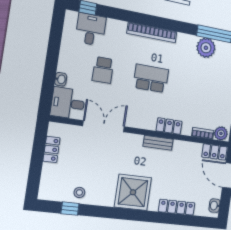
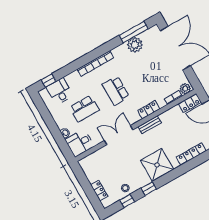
school desk: (103, 70) -> (84, 109), width x1.85
school desk: (151, 78) -> (116, 91), turned -90
double door: (104, 126) -> (119, 135), moved
locker: (51, 149) -> (99, 191), moved
window: (104, 212) -> (149, 189), added

